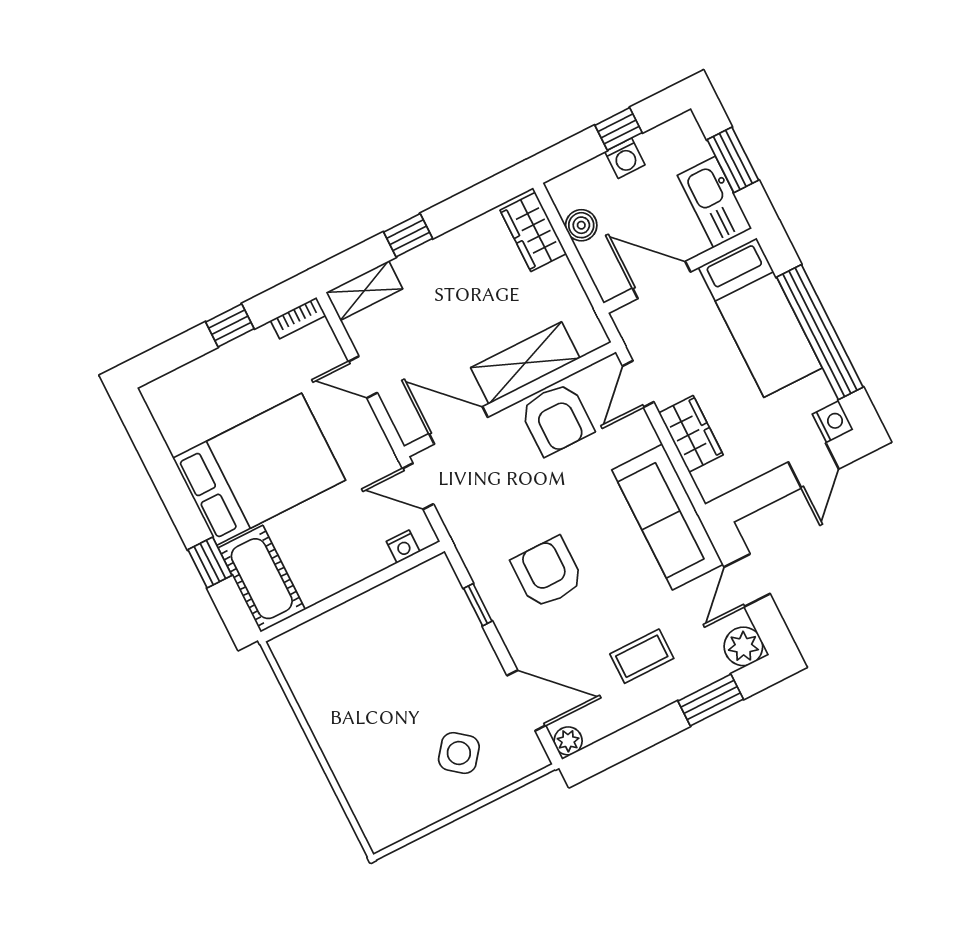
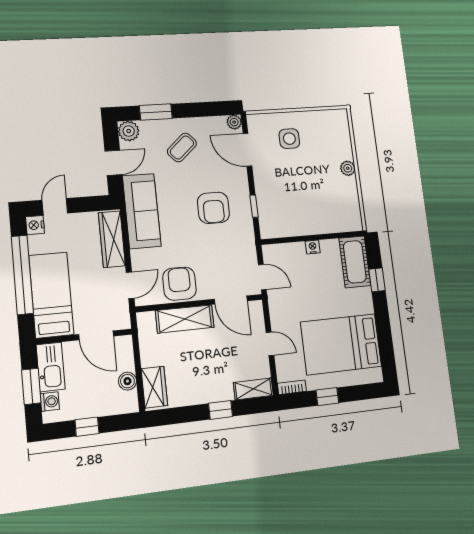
washing machine: (625, 158) -> (50, 402), moved, turned 90
wardrobe: (691, 434) -> (112, 239), width x1.50
bed: (259, 469) -> (341, 344), moved
nightstand: (403, 547) -> (313, 247), moved
coffee table: (642, 656) -> (182, 147), turned -42
plant: (333, 744) -> (348, 168), added
side table: (459, 753) -> (289, 139), turned -38

